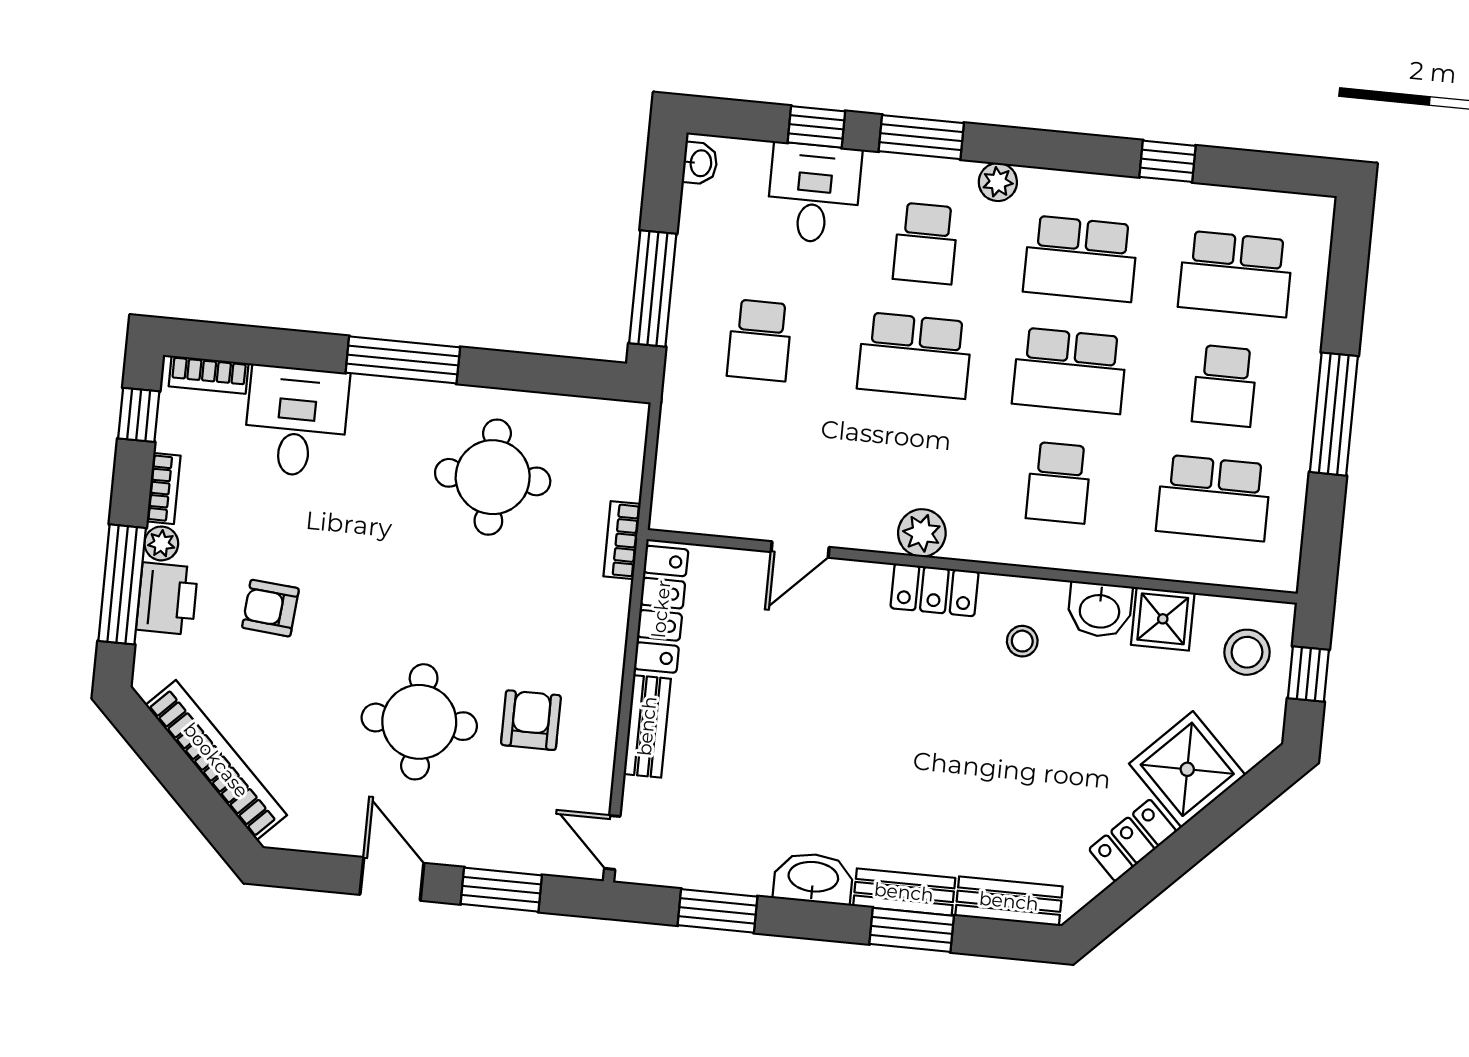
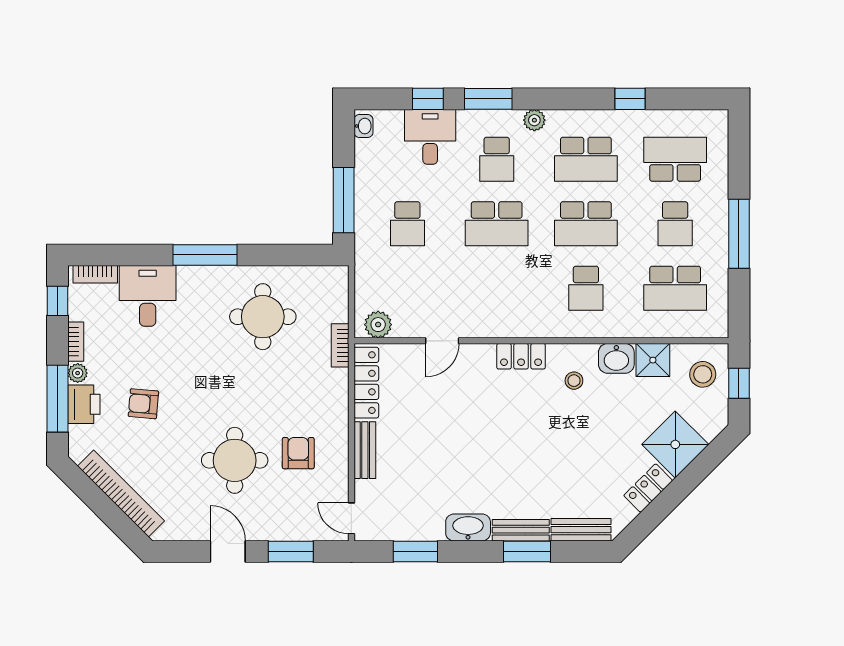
school desk: (1236, 274) -> (675, 159), turned 180
plant: (922, 533) -> (378, 325), moved

